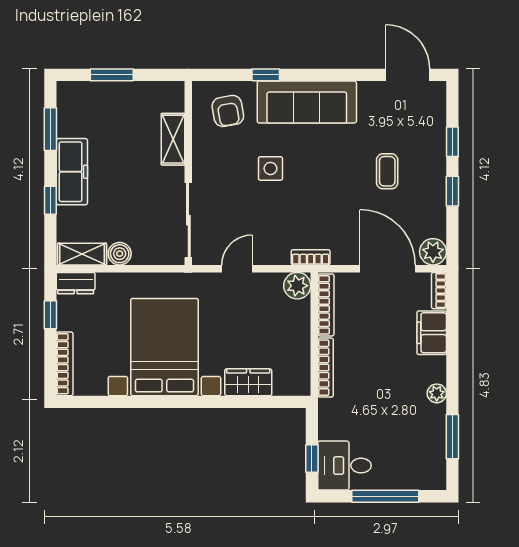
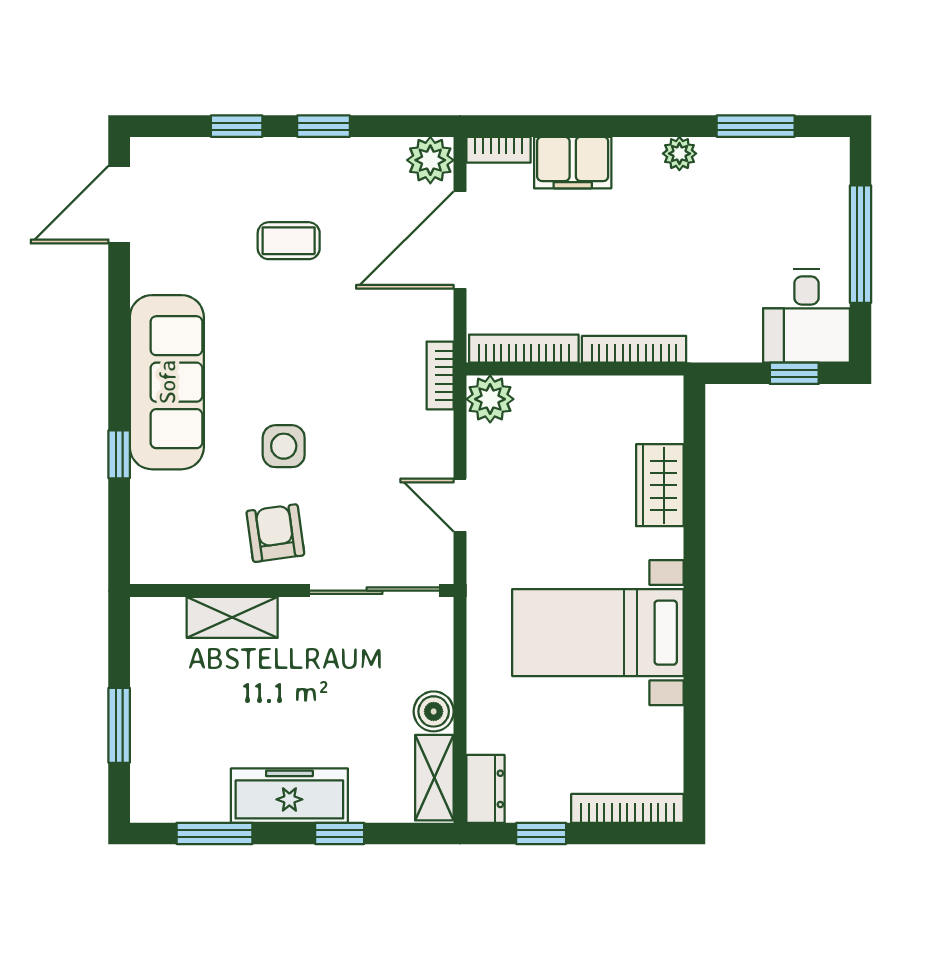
armchair: (228, 111) -> (275, 533), moved, turned -88
bed with nightstands: (164, 347) -> (598, 633), width x0.73

